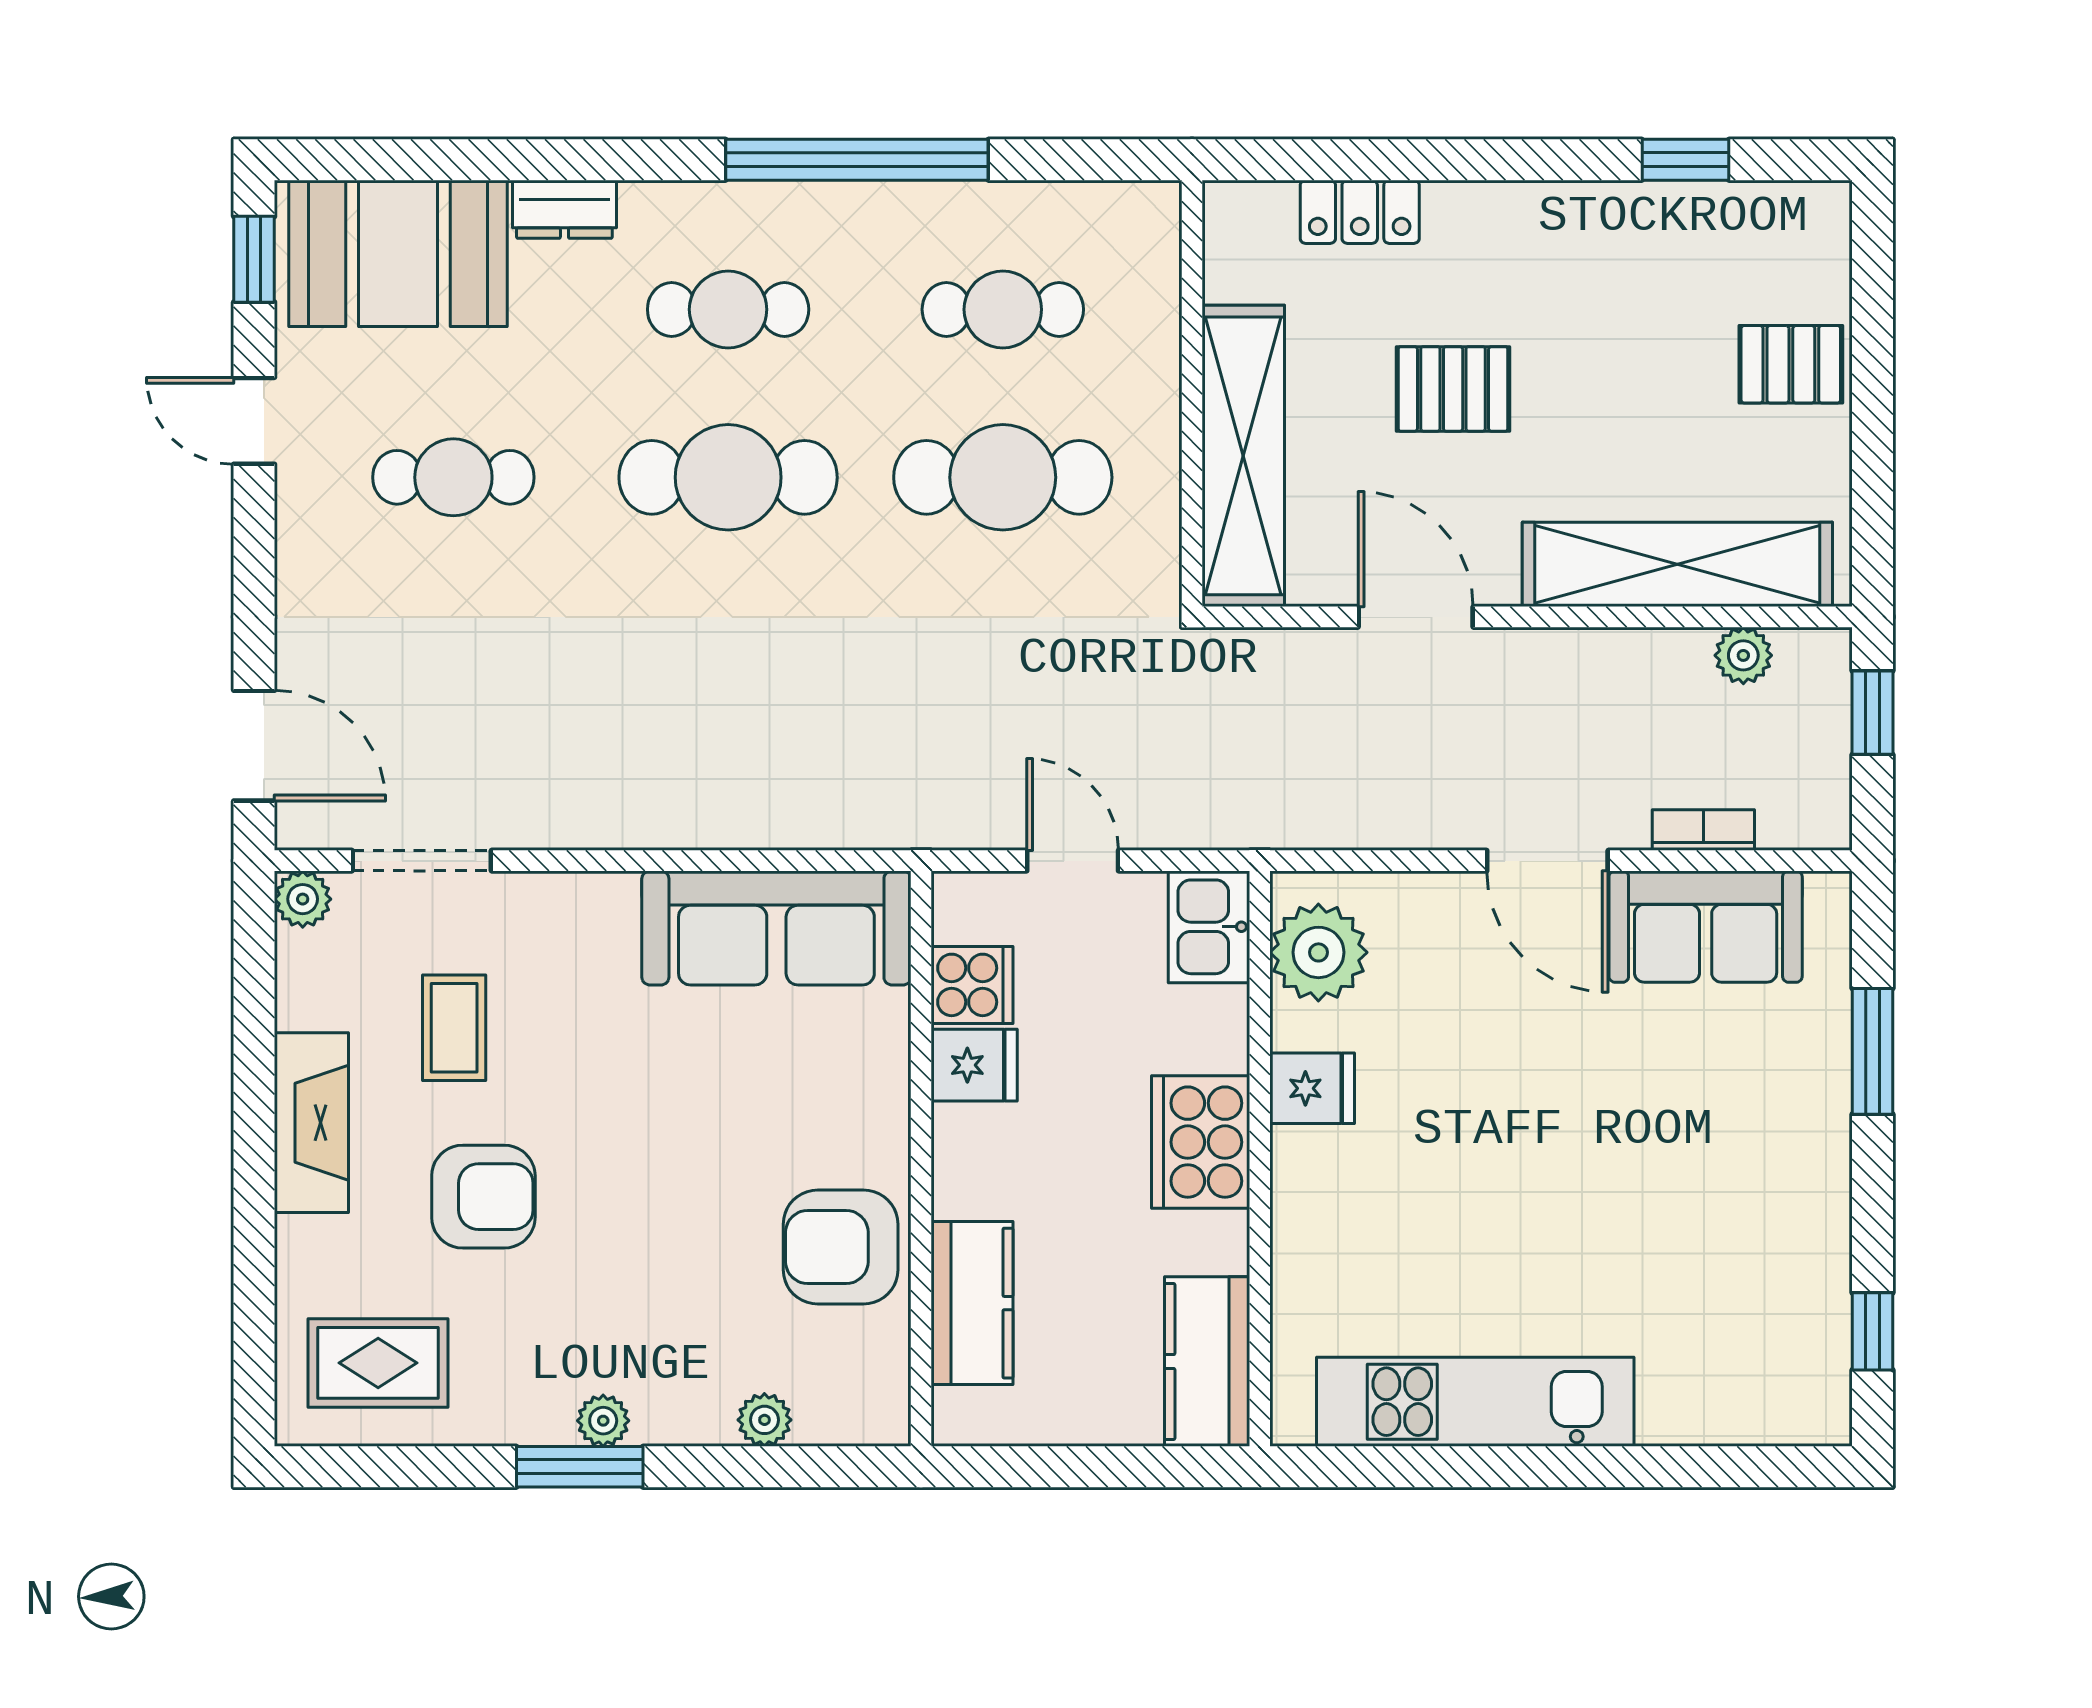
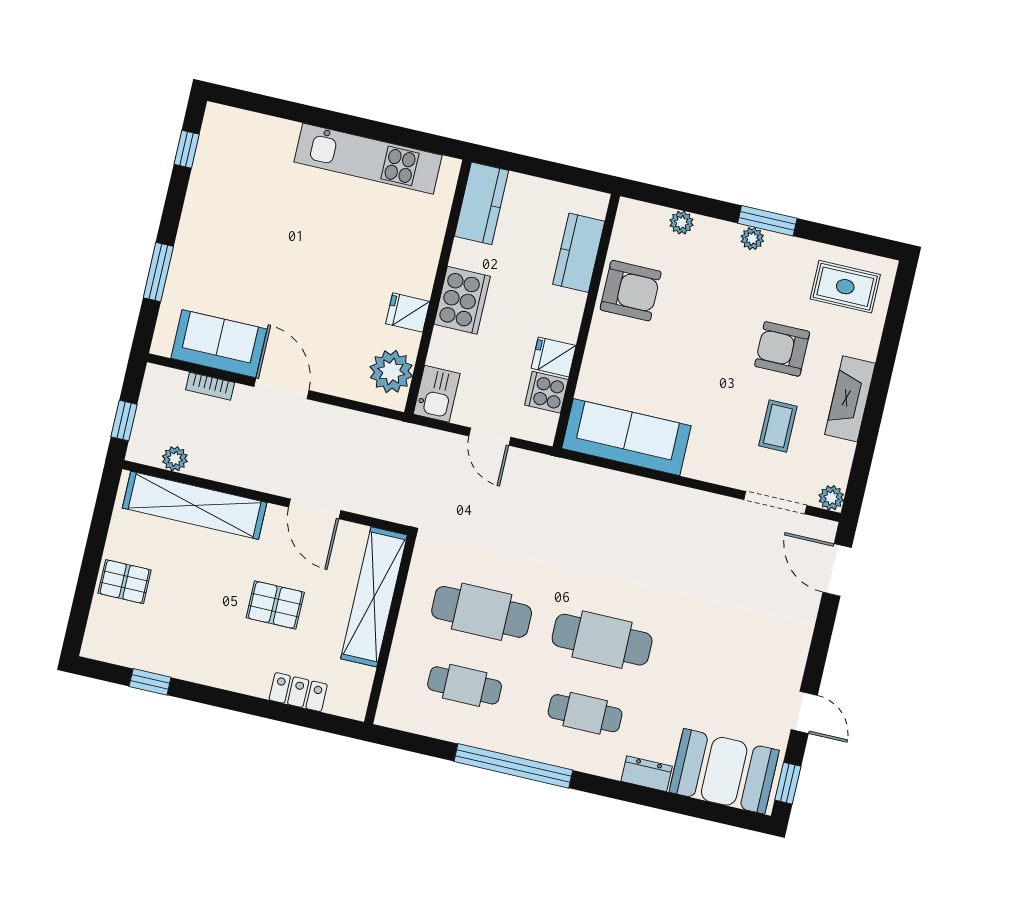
cafe table: (453, 477) -> (723, 667), removed

